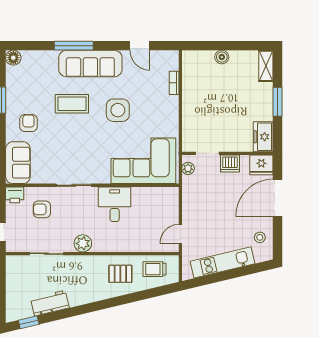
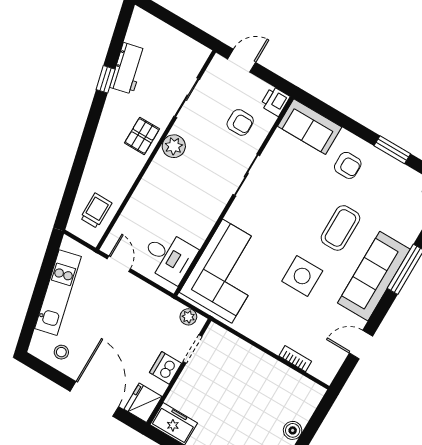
desk: (115, 204) -> (169, 257), moved
armchair: (42, 209) -> (240, 122), turned 90
pallet: (120, 274) -> (142, 136), moved
window: (29, 322) -> (106, 79), moved

